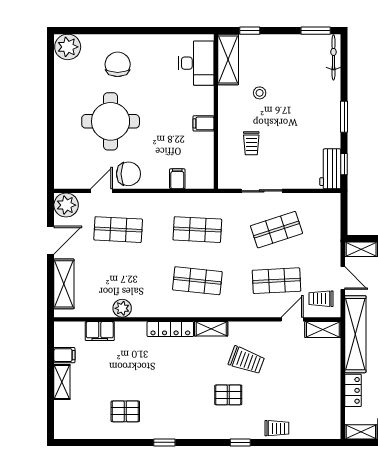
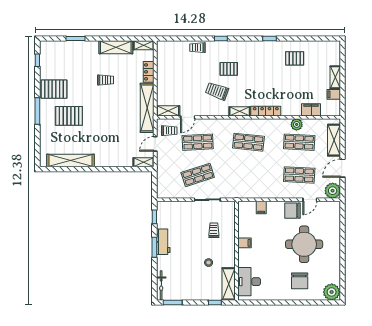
workbench: (330, 169) -> (163, 242), moved
shop shelf: (197, 230) -> (299, 142), moved
door: (343, 278) -> (155, 144), hinge flipped

